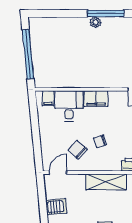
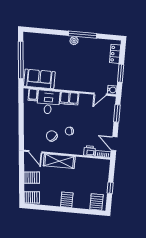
sofa: (55, 77) -> (39, 79), added
door: (58, 173) -> (35, 152), swing flipped
shelving: (106, 182) -> (59, 161), moved

